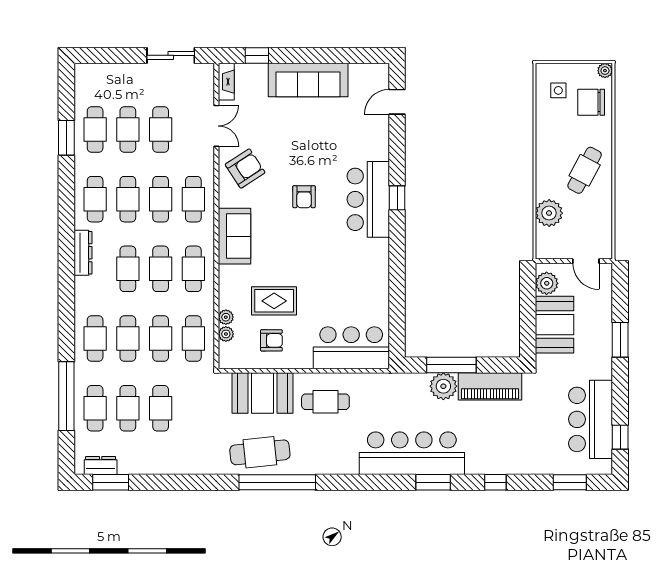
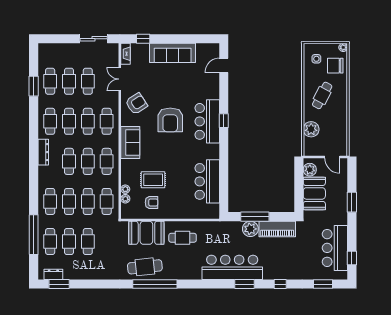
double door: (216, 126) -> (120, 79), swing flipped
cafe table: (585, 170) -> (322, 95), moved
armchair: (304, 197) -> (170, 120), width x1.88, depth x1.88
bar counter: (351, 348) -> (207, 181), moved, turned -90

